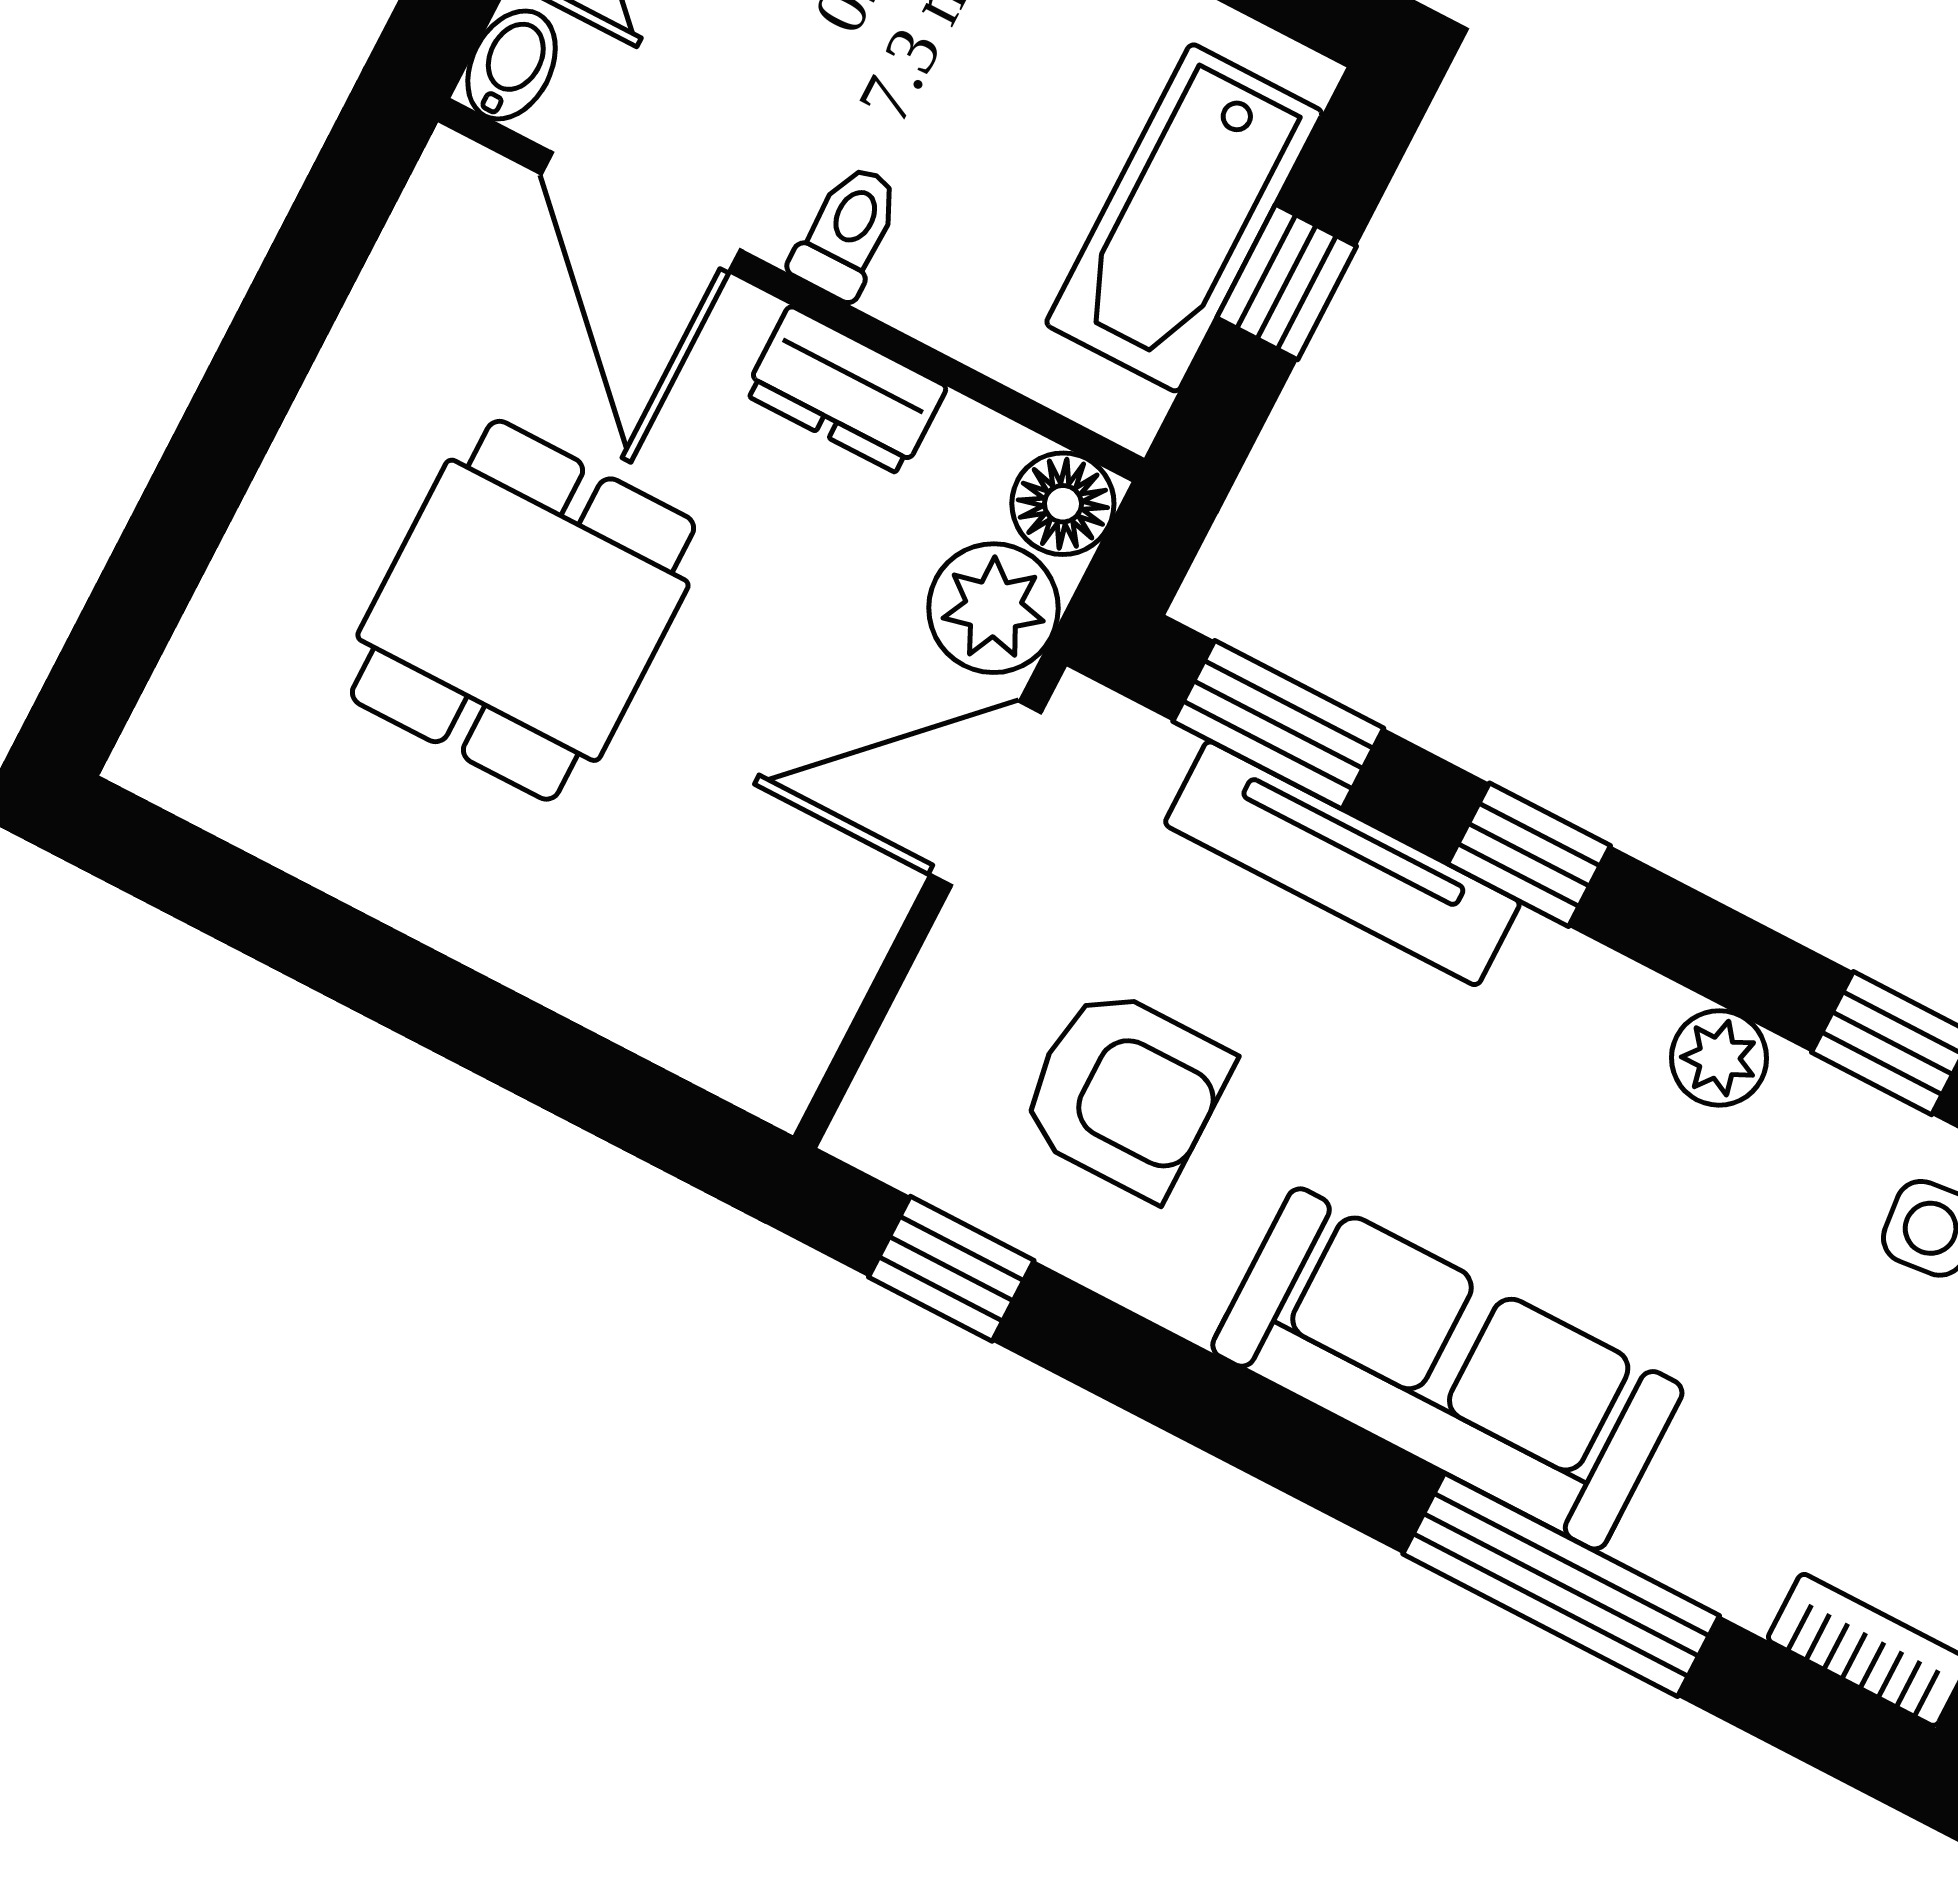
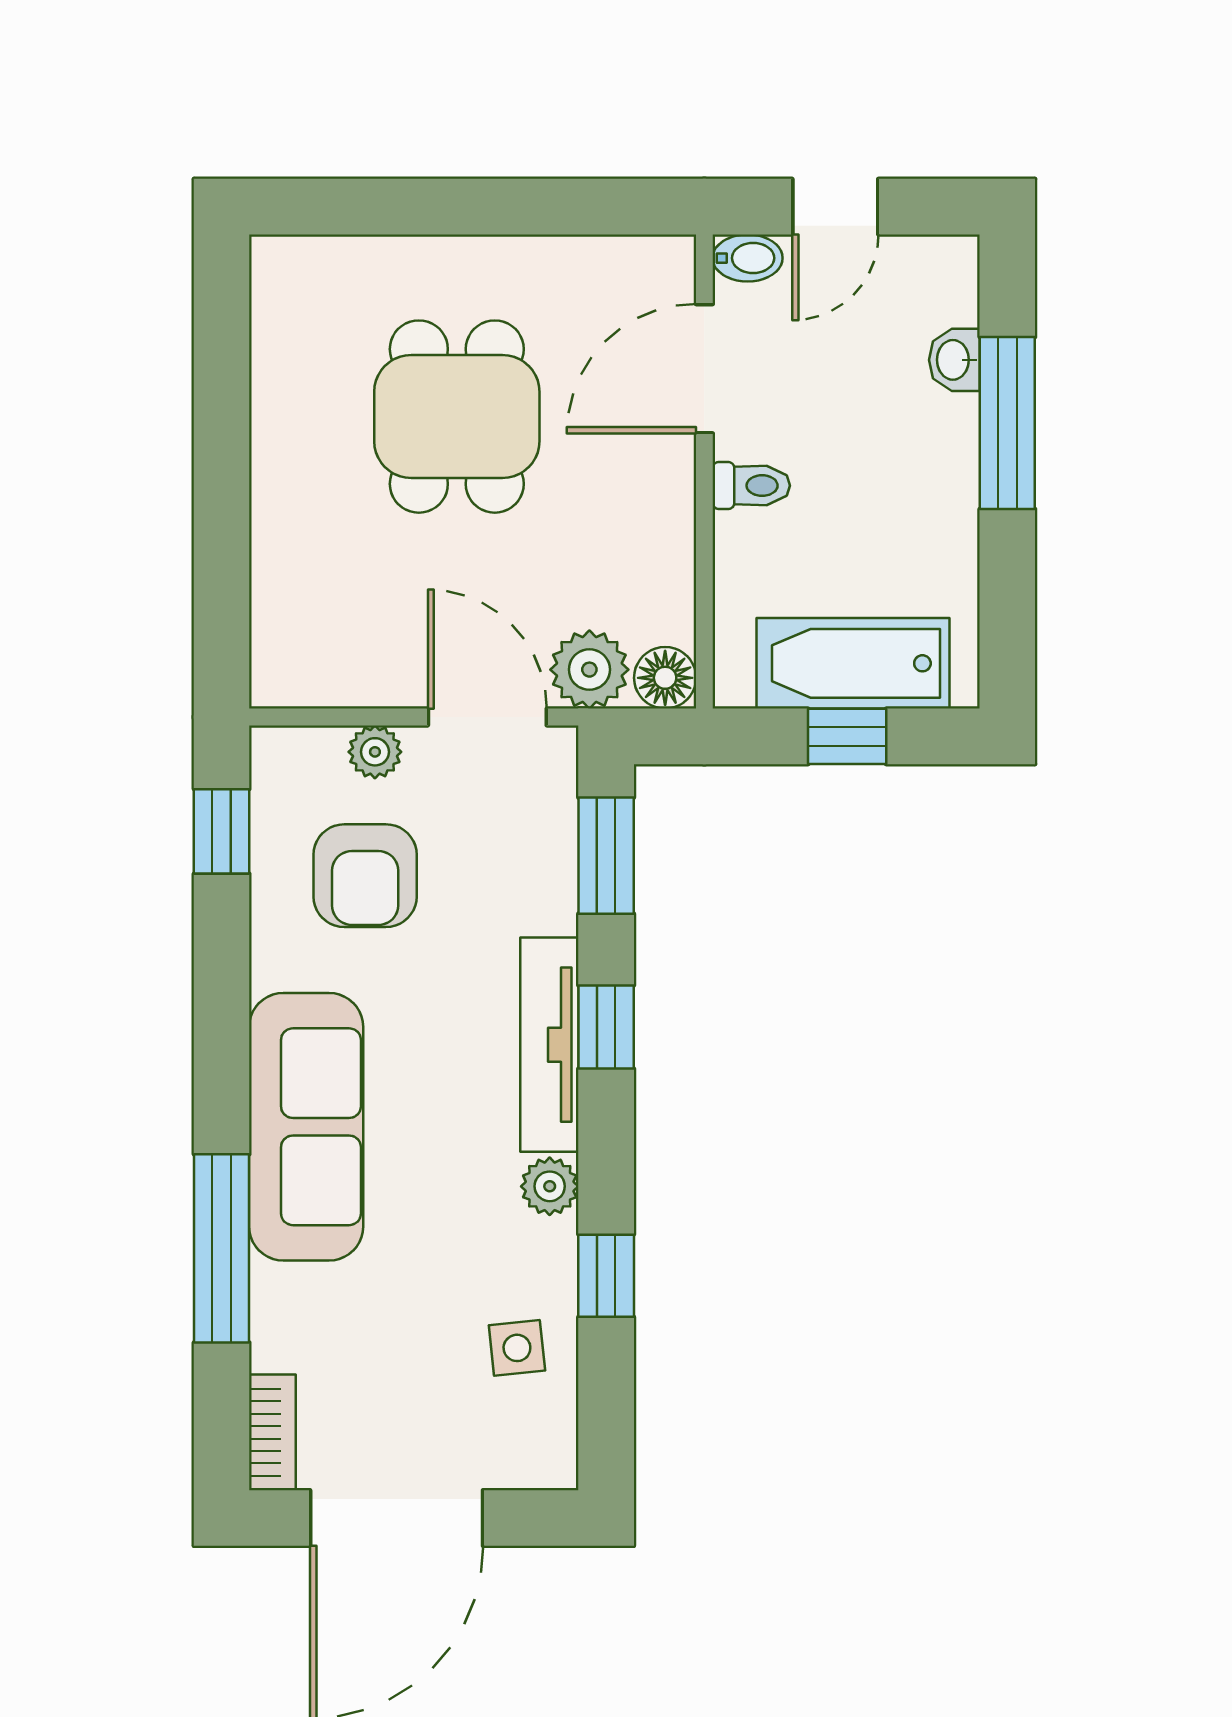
dresser: (845, 390) -> (666, 529), removed
dining table: (523, 610) -> (457, 417), turned 90
tv unit: (1342, 863) -> (549, 1045), moved
plant: (951, 984) -> (375, 752), added

